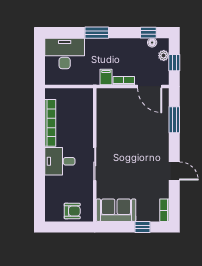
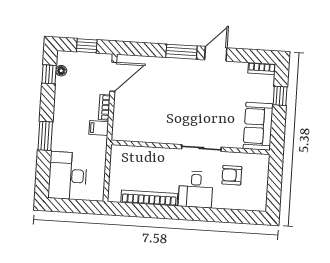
plant: (164, 56) -> (78, 58), removed
window: (174, 120) -> (181, 52), moved
armchair: (72, 211) -> (232, 175), moved, turned -90

